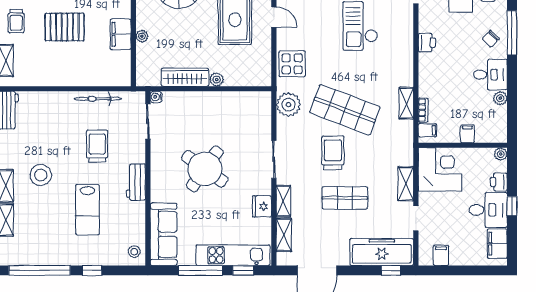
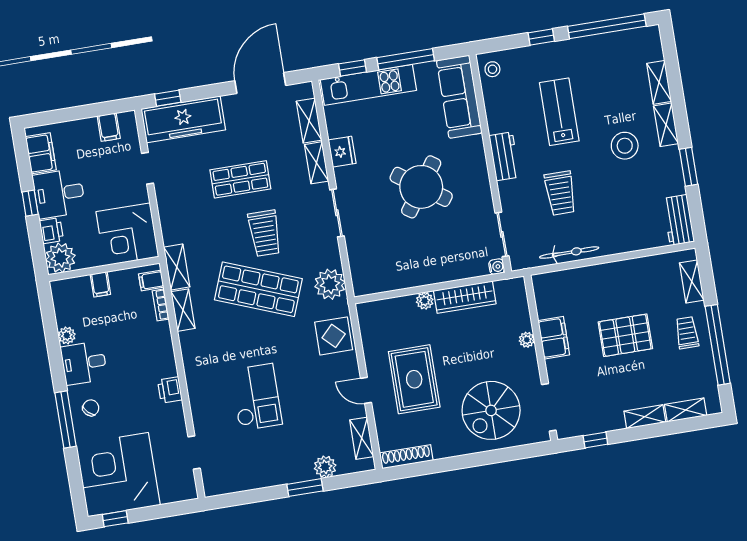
plant: (501, 154) -> (60, 258), width x1.87, depth x1.87
shelving: (406, 184) -> (177, 267), moved

